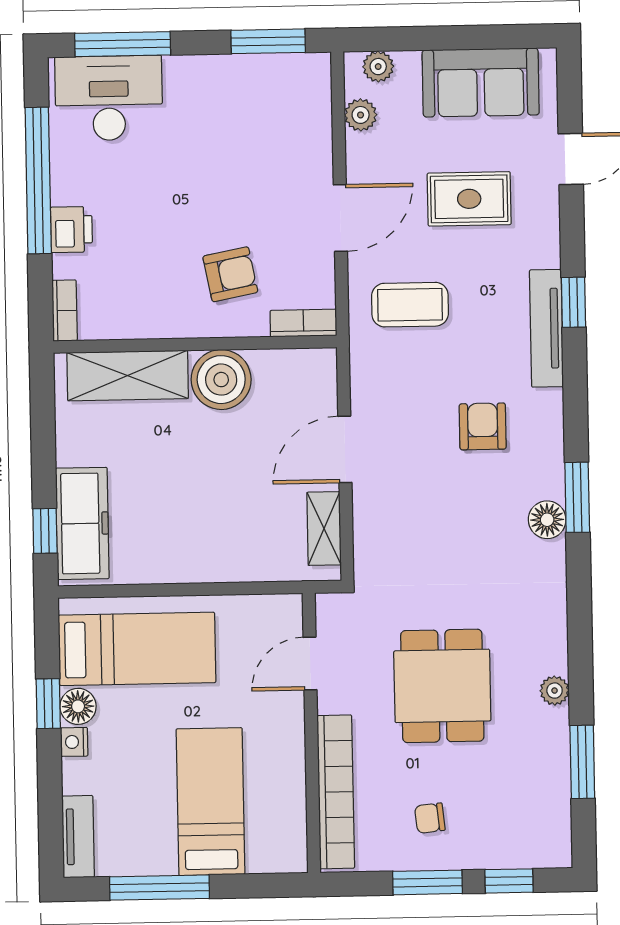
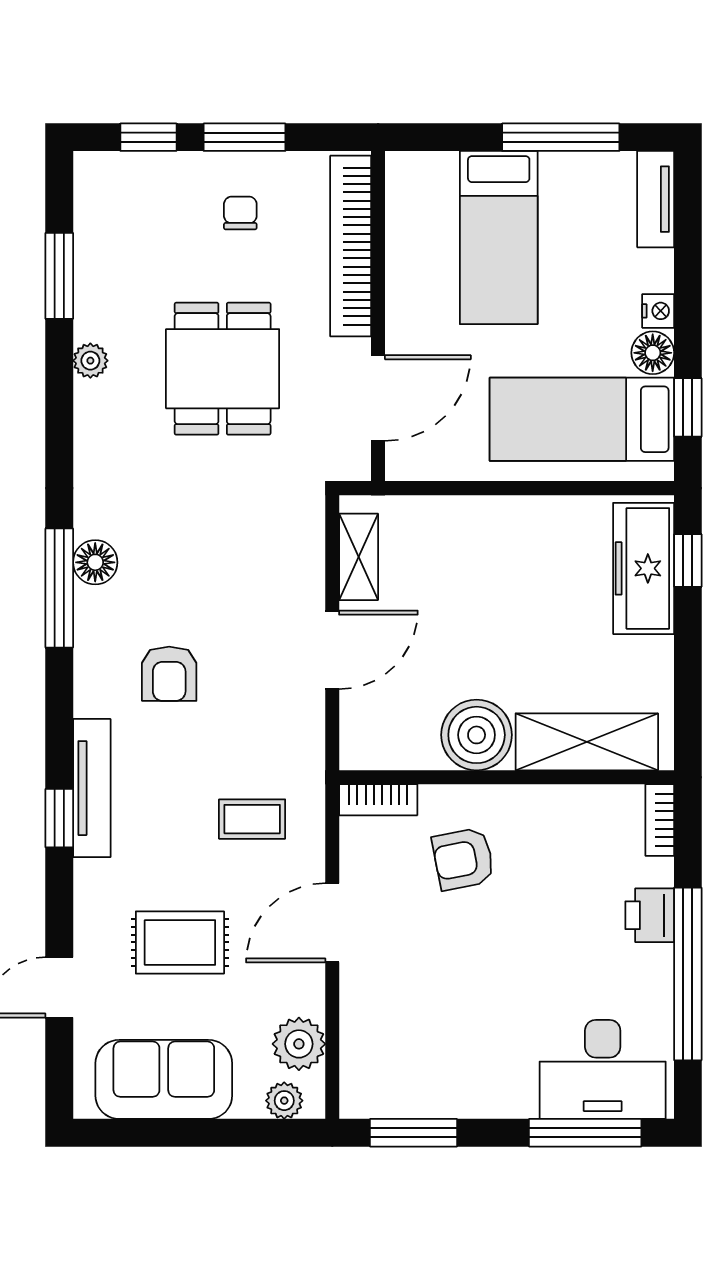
plant: (361, 115) -> (299, 1044), width x1.38, depth x1.38
coffee table: (410, 305) -> (252, 819), width x0.73, depth x0.77
window: (577, 497) -> (59, 588), width x1.44
door: (310, 664) -> (378, 398), width x1.38
window: (48, 704) -> (688, 407), moved
chair: (430, 818) -> (240, 213), turned -84

